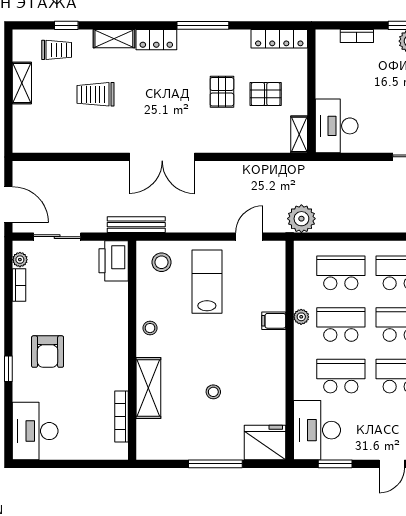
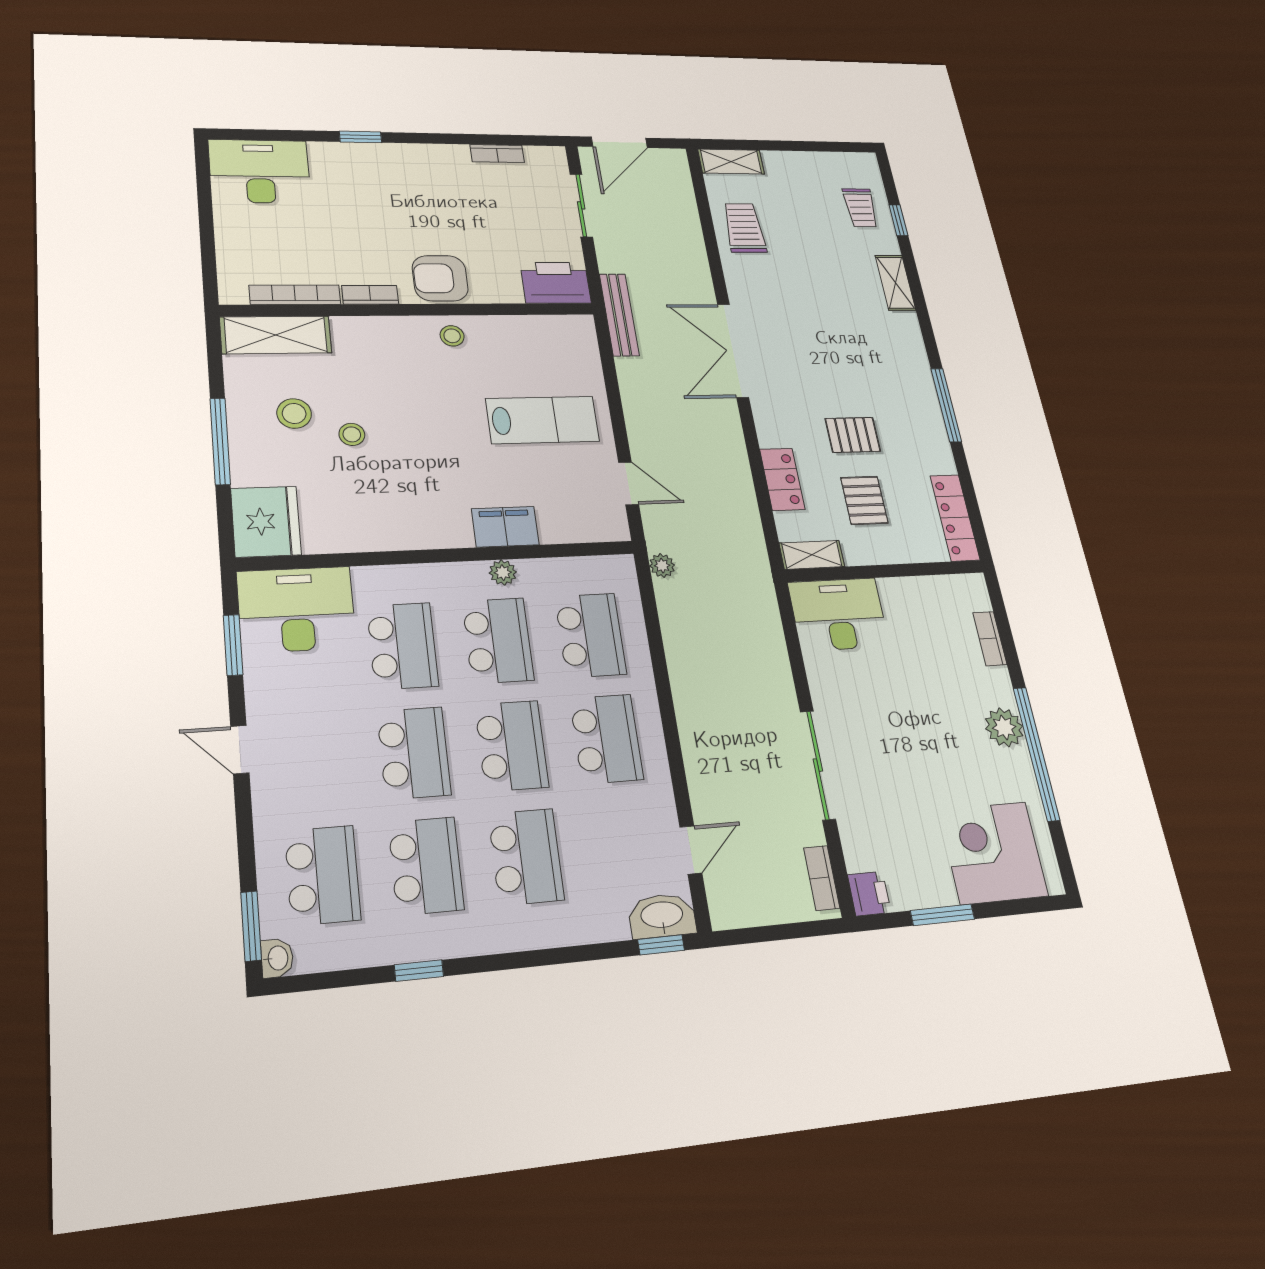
locker: (156, 40) -> (782, 479), moved, turned 180
shelving: (22, 83) -> (731, 162), moved
trolley: (96, 94) -> (744, 228), moved
plant: (301, 219) -> (662, 565), width x0.53, depth x0.53
plant: (20, 260) -> (537, 155), removed
stool: (161, 262) -> (294, 414), moved
filing cabinet: (274, 321) -> (505, 527), width x2.00
armchair: (48, 352) -> (440, 278), moved
bookcase: (122, 373) -> (370, 295), added
shelving: (148, 388) -> (276, 335), moved

